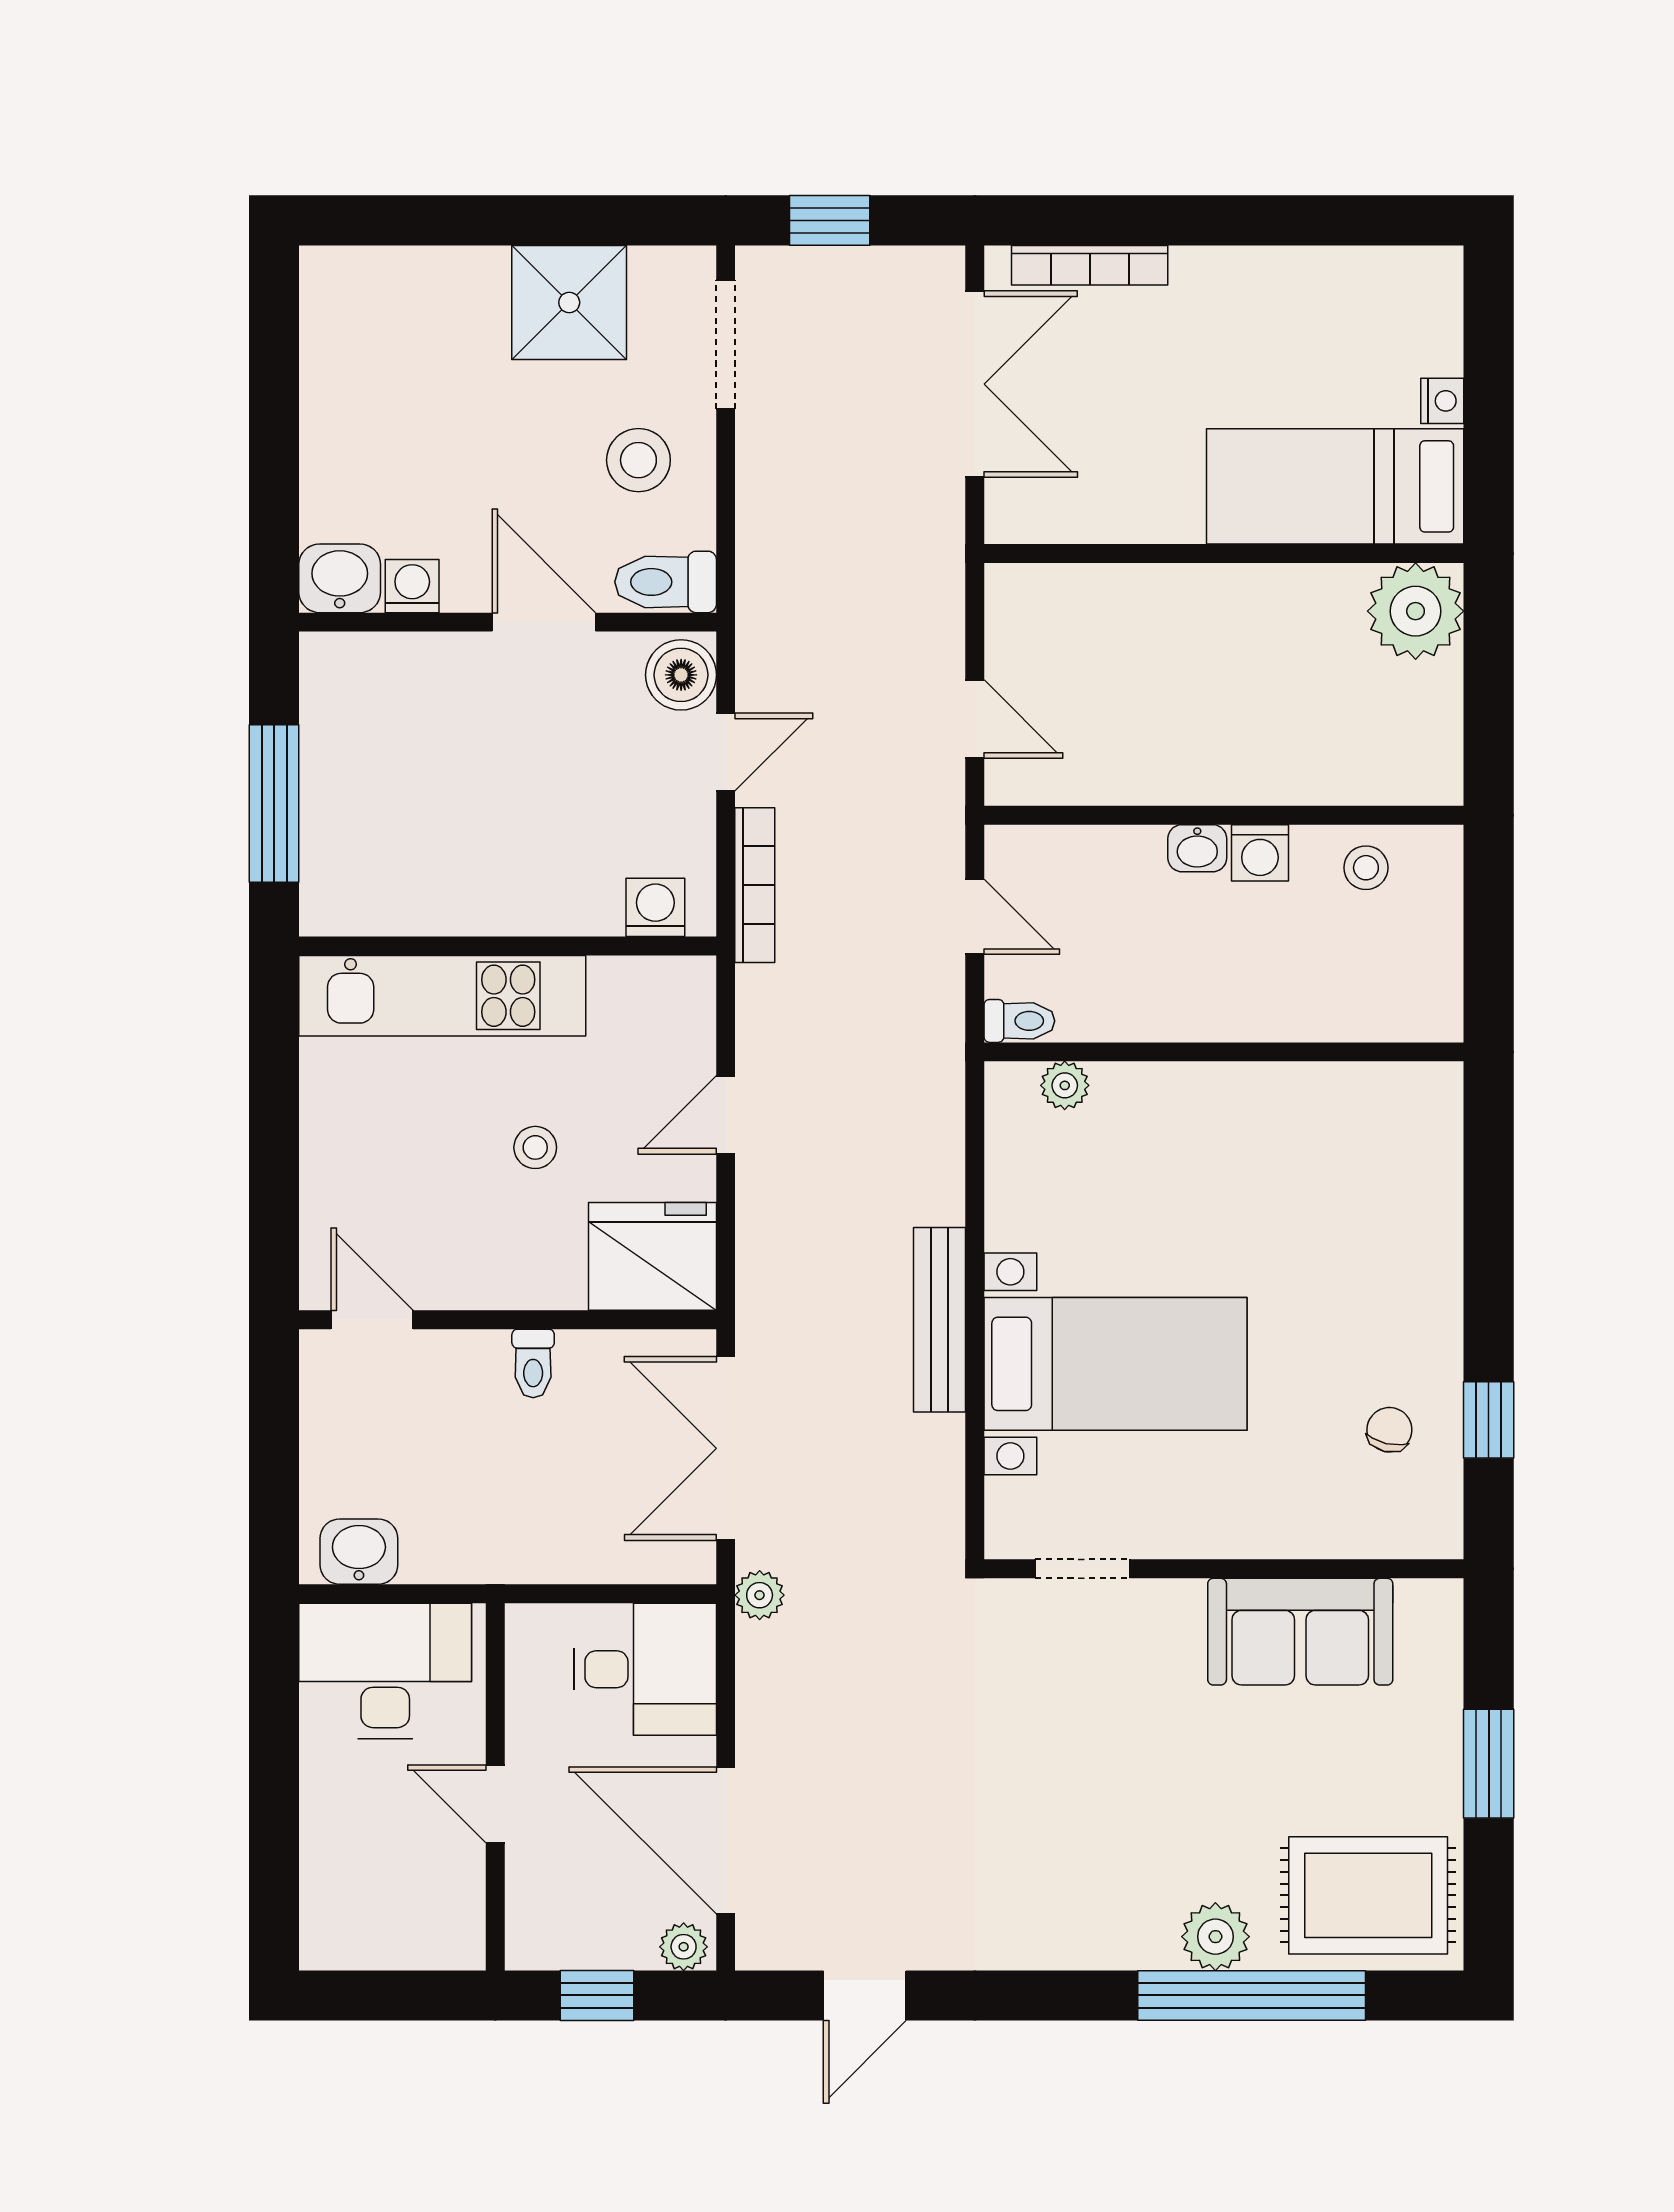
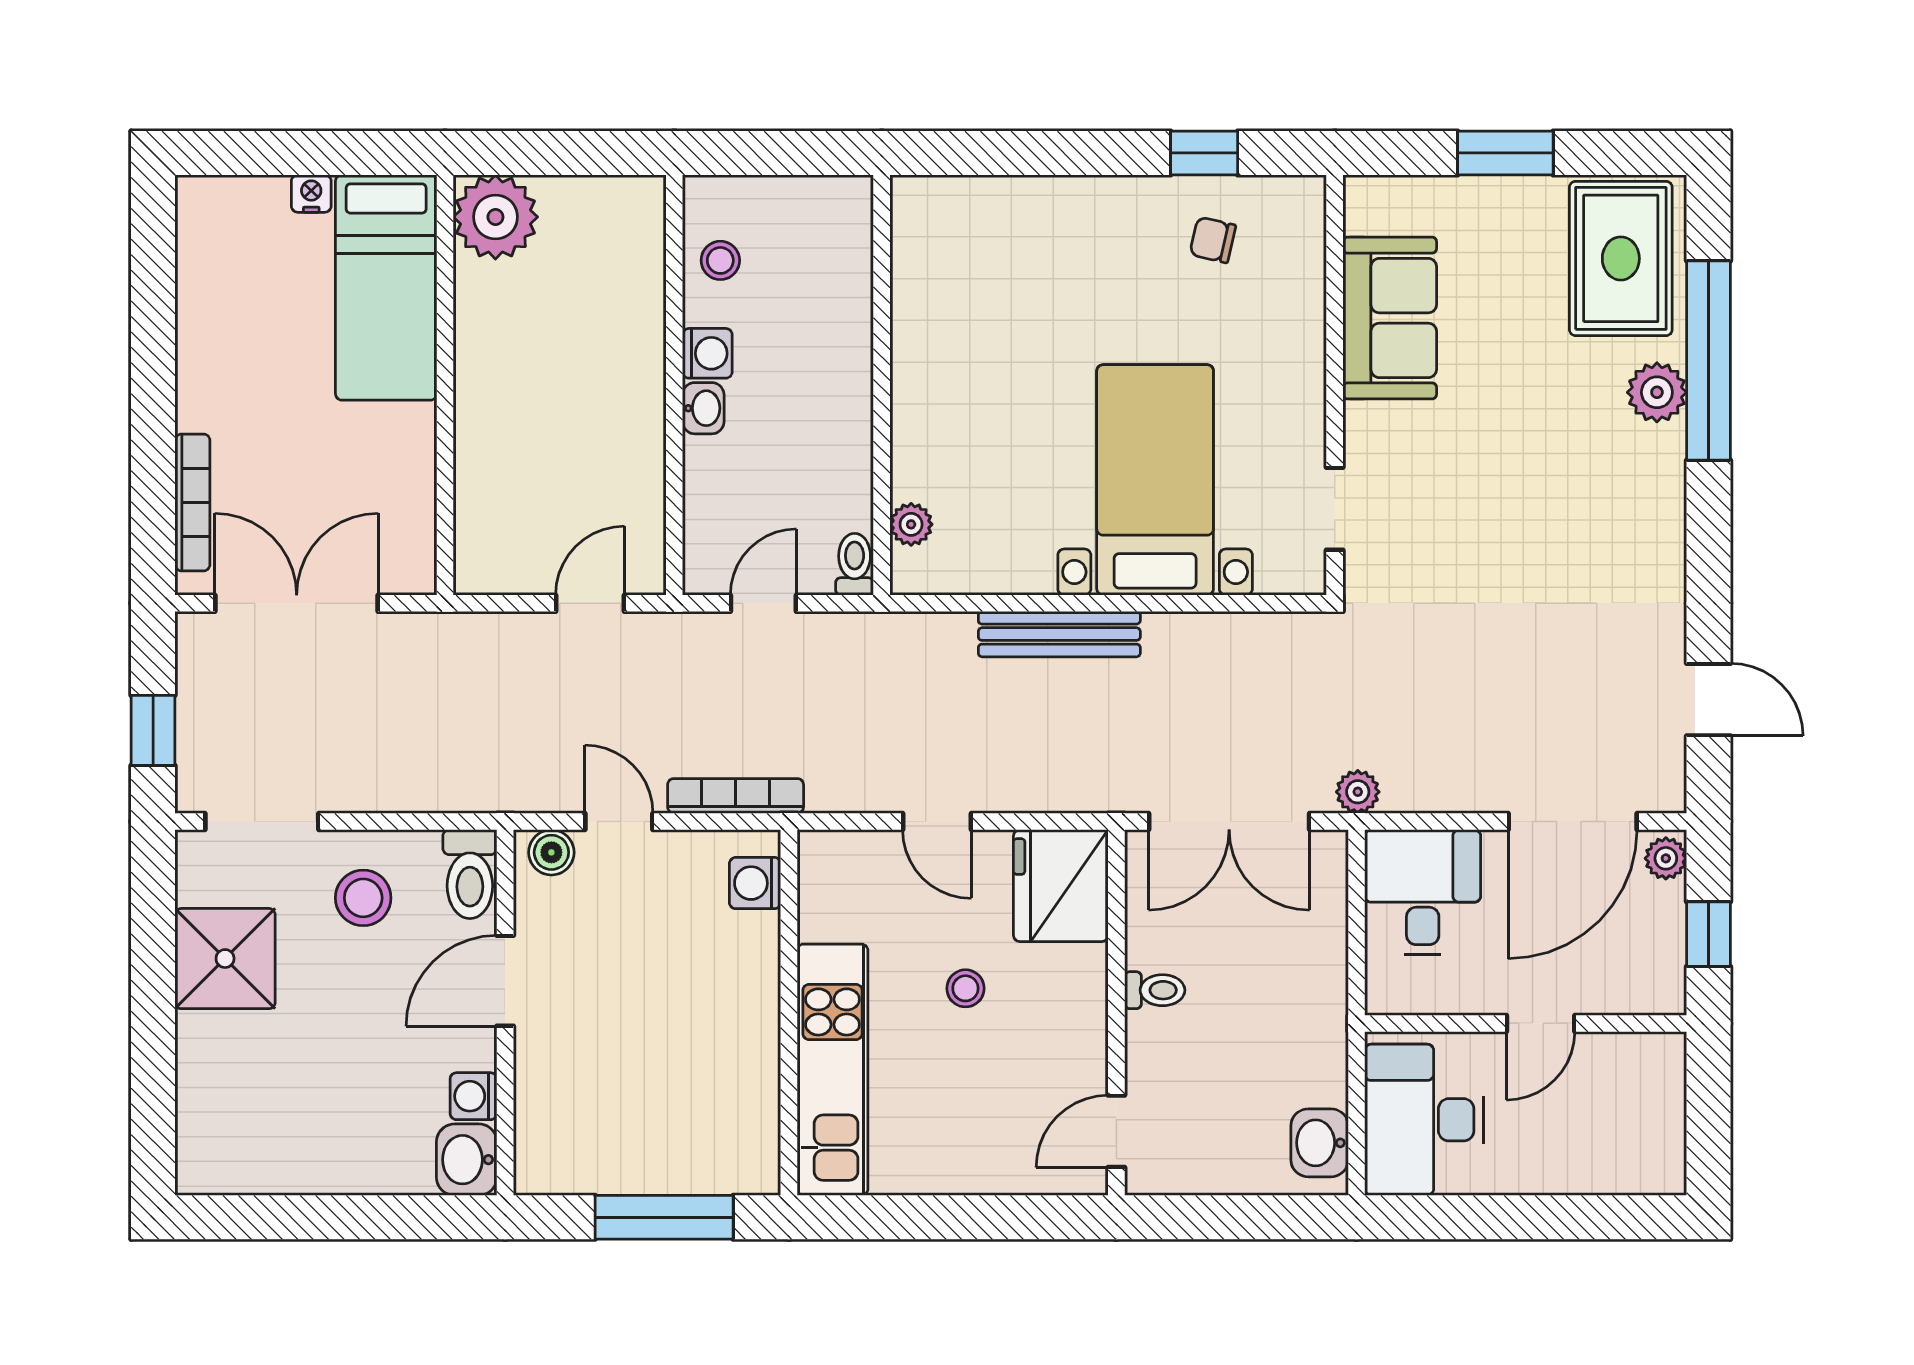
boiler: (681, 675) -> (551, 852), width x0.73, depth x0.73
bench: (940, 1320) -> (1059, 634), moved

